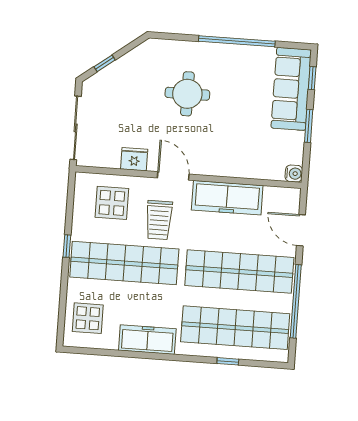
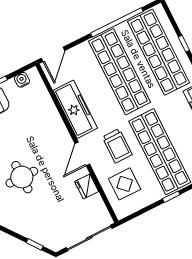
water cooler: (294, 174) -> (22, 80), moved
trolley: (159, 220) -> (117, 146), turned 90
door: (301, 230) -> (53, 54), moved

